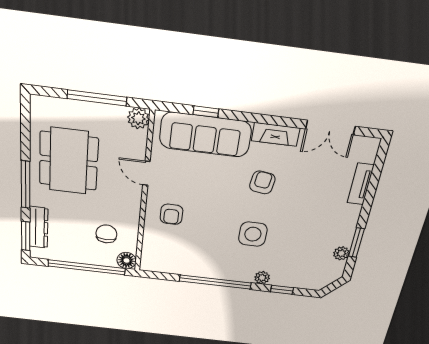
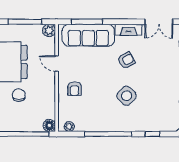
window: (206, 112) -> (87, 22), width x2.17
armchair: (262, 182) -> (126, 60), turned 53
chair: (106, 234) -> (19, 95), moved
side table: (253, 234) -> (127, 96), turned 45
plant: (262, 278) -> (69, 127), moved

